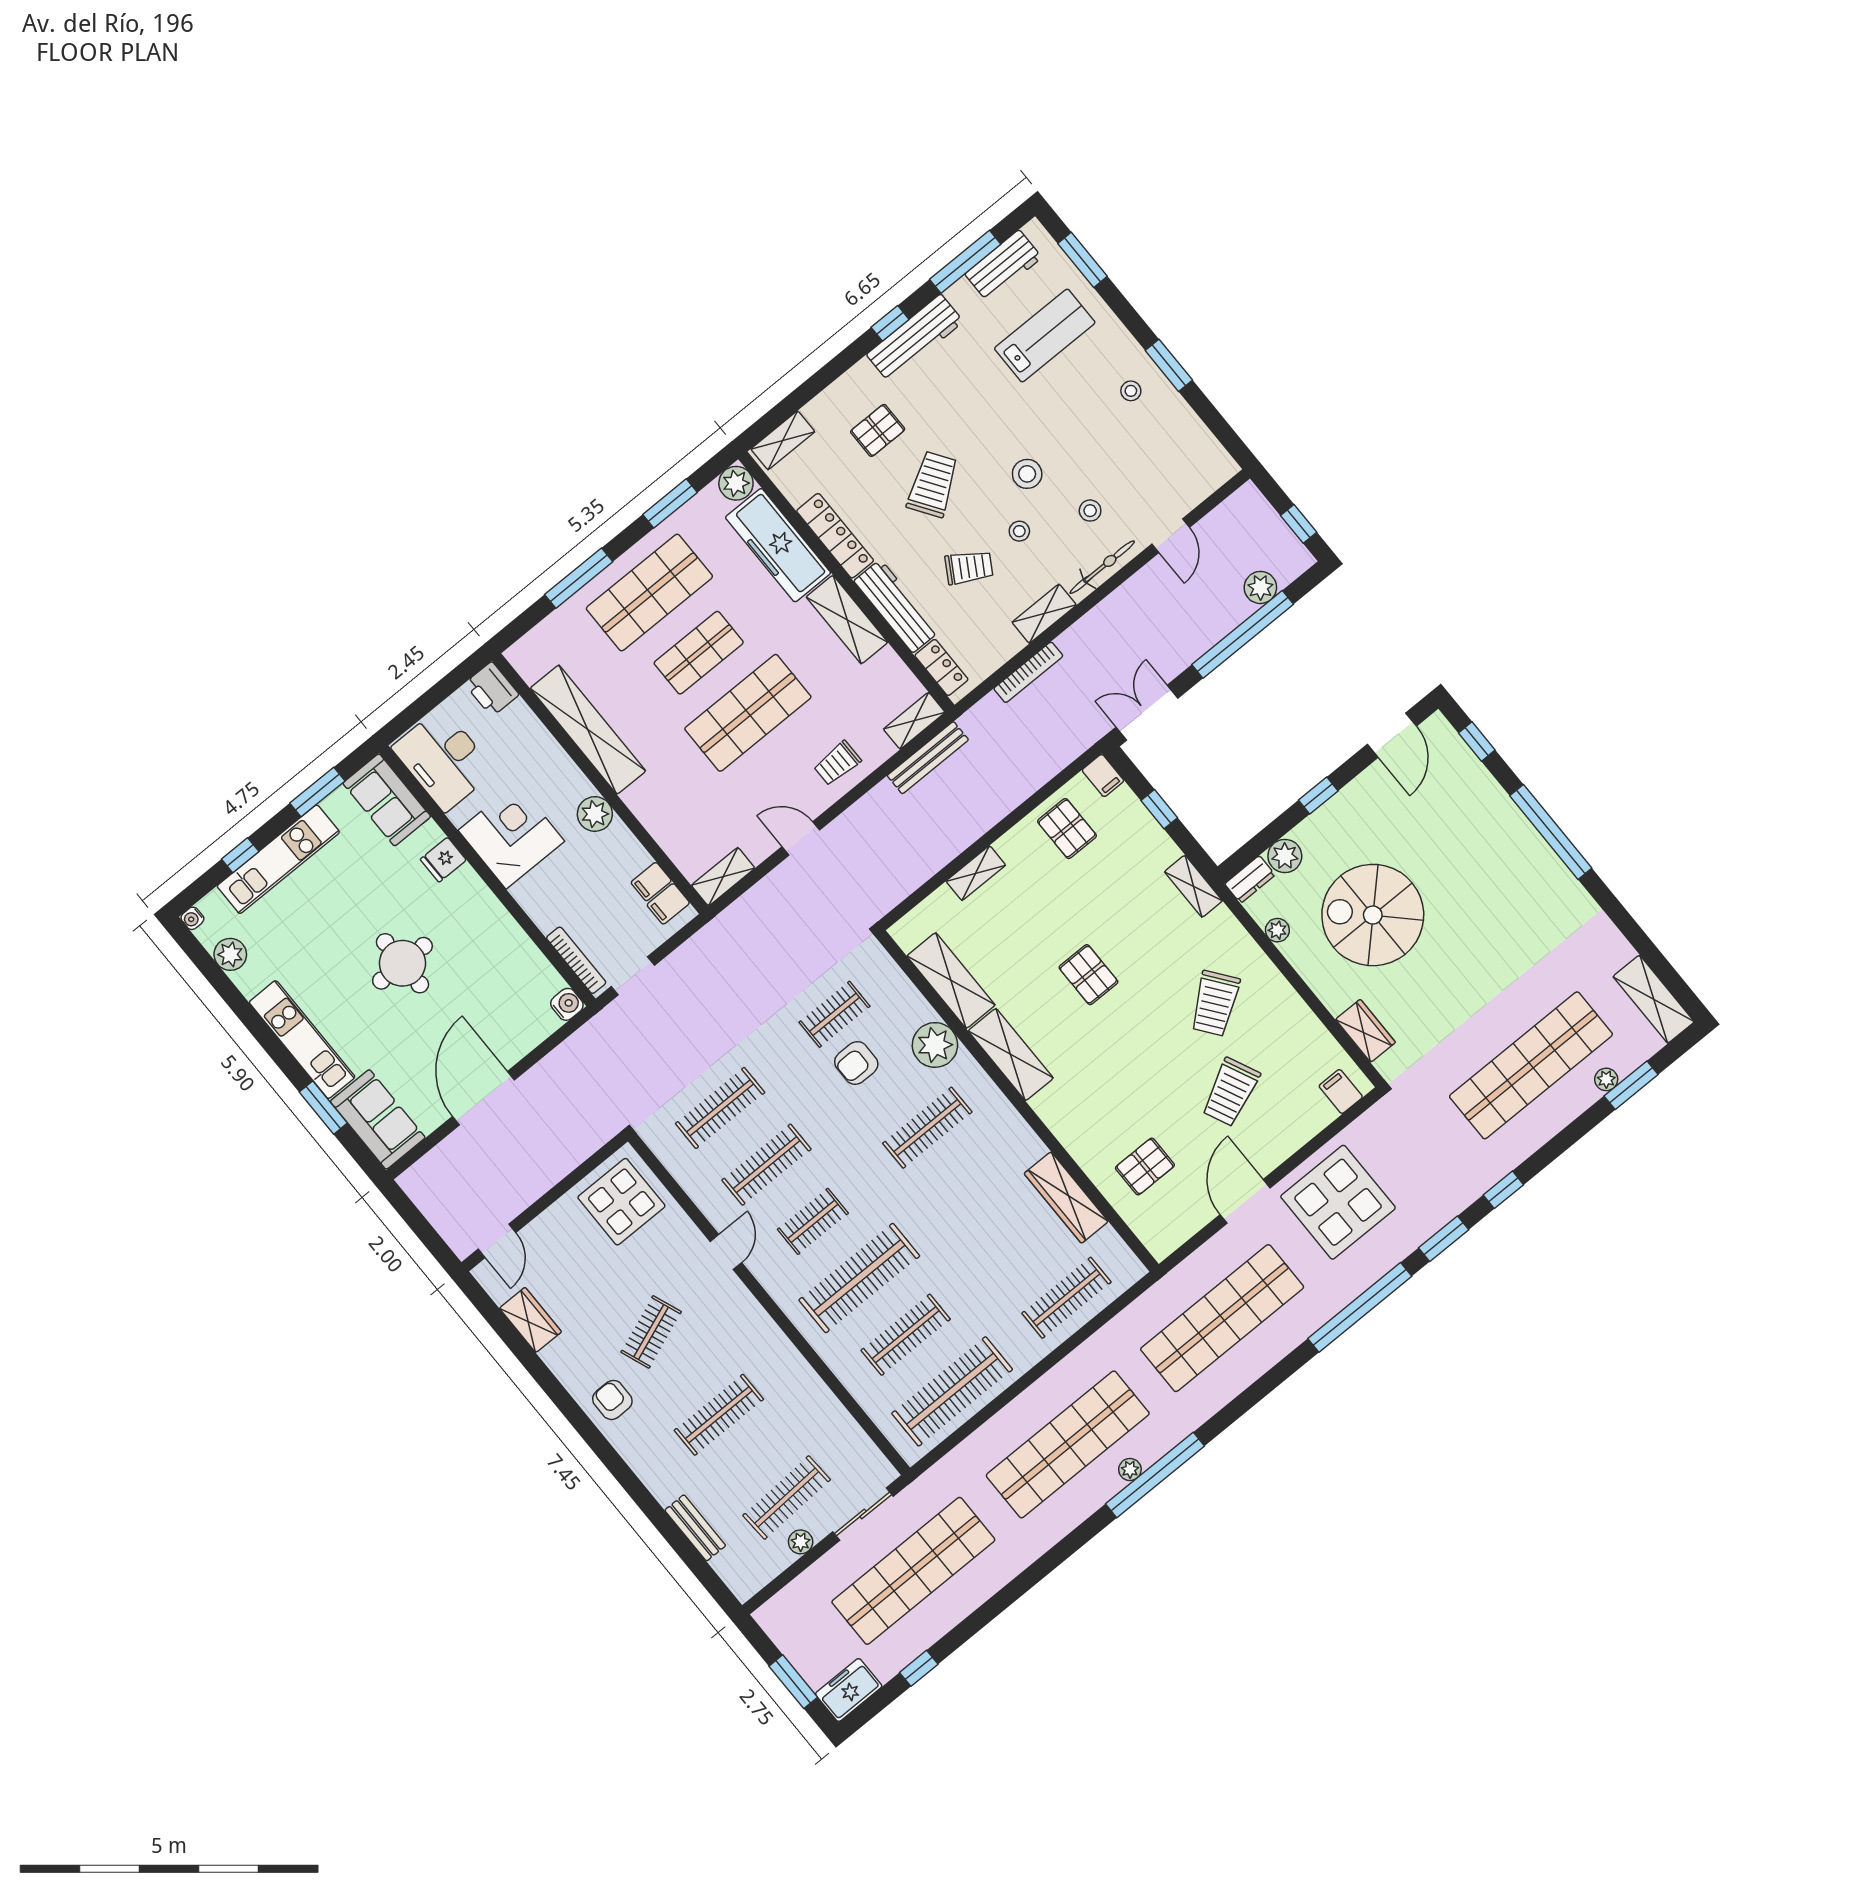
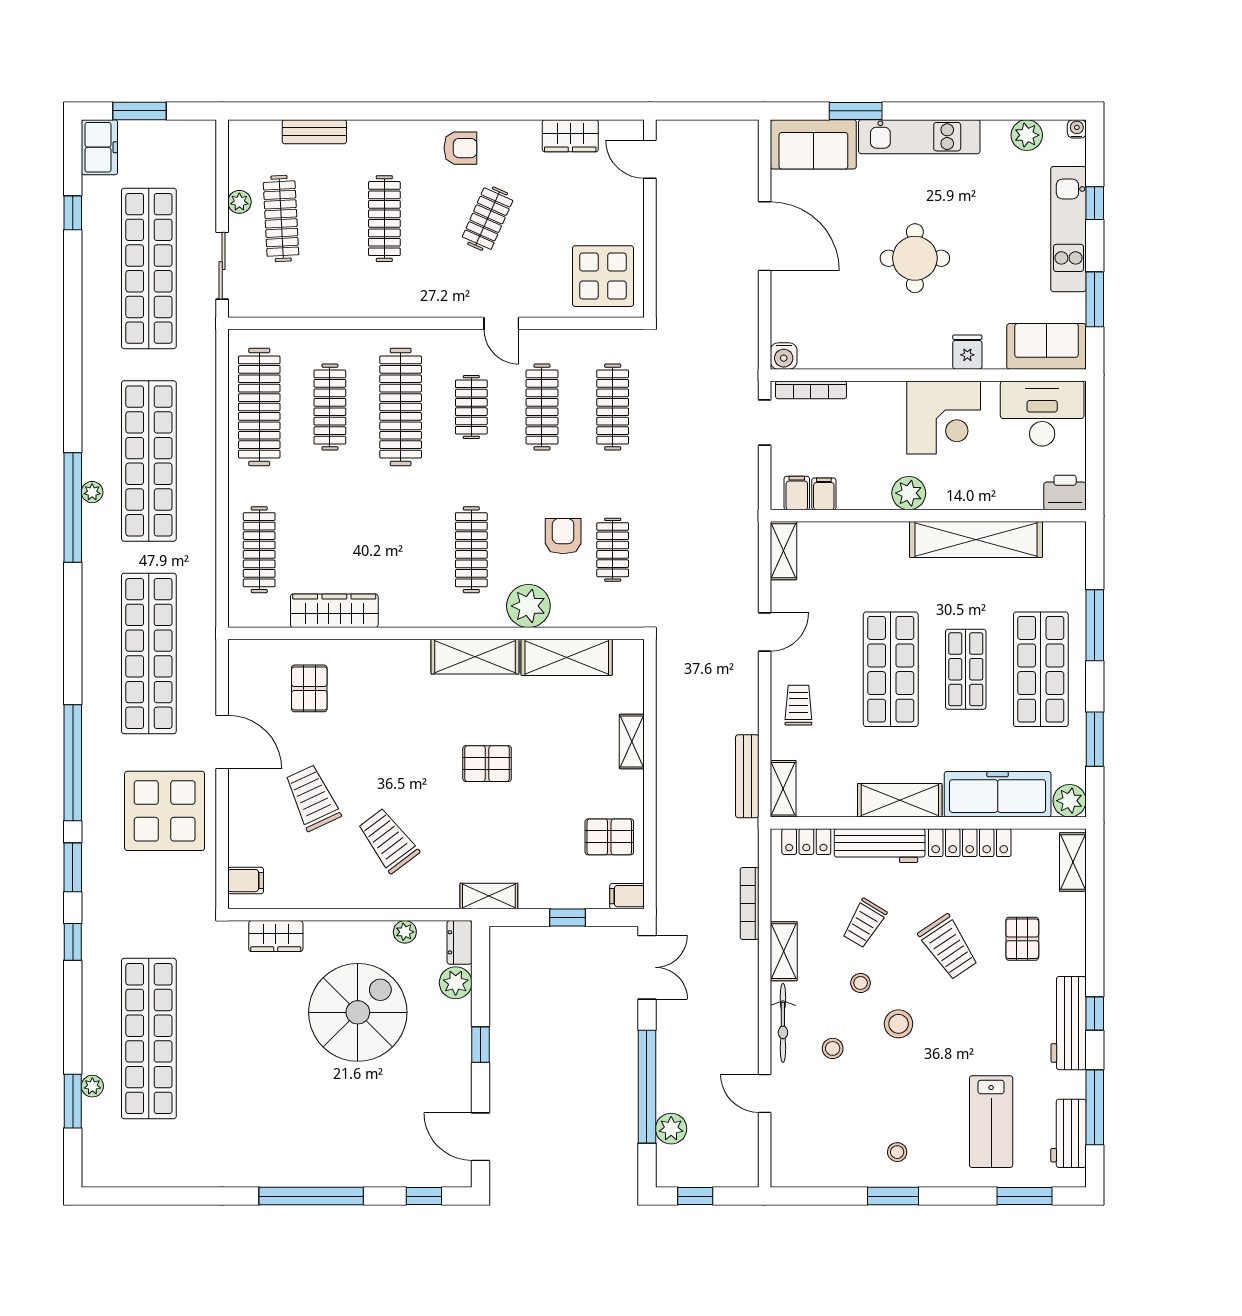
shelving: (1654, 999) -> (123, 1171), removed
clothes rail: (651, 1332) -> (488, 219), turned 45

